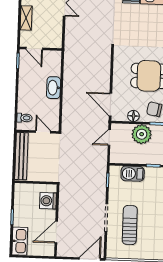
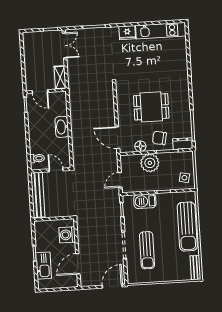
shelving: (26, 18) -> (60, 77), moved
door: (109, 137) -> (120, 180), moved
sun lounger: (130, 225) -> (147, 250), turned 180
kitchen sink: (20, 241) -> (44, 266), moved

